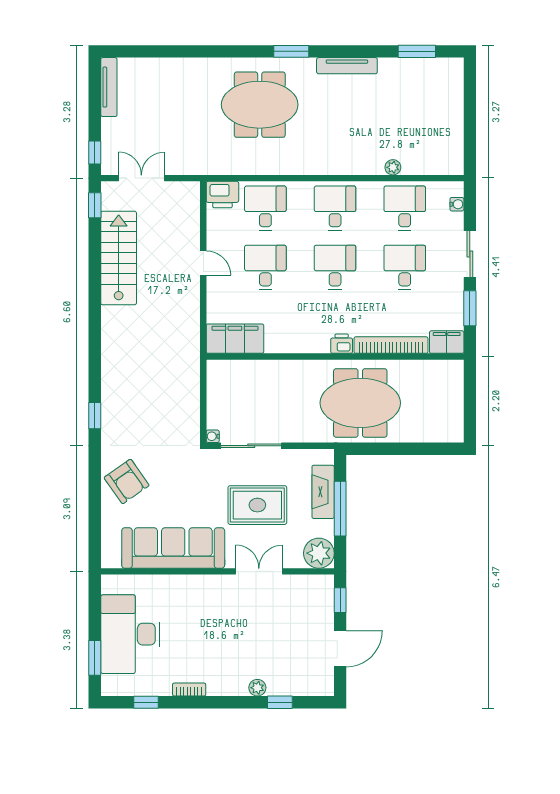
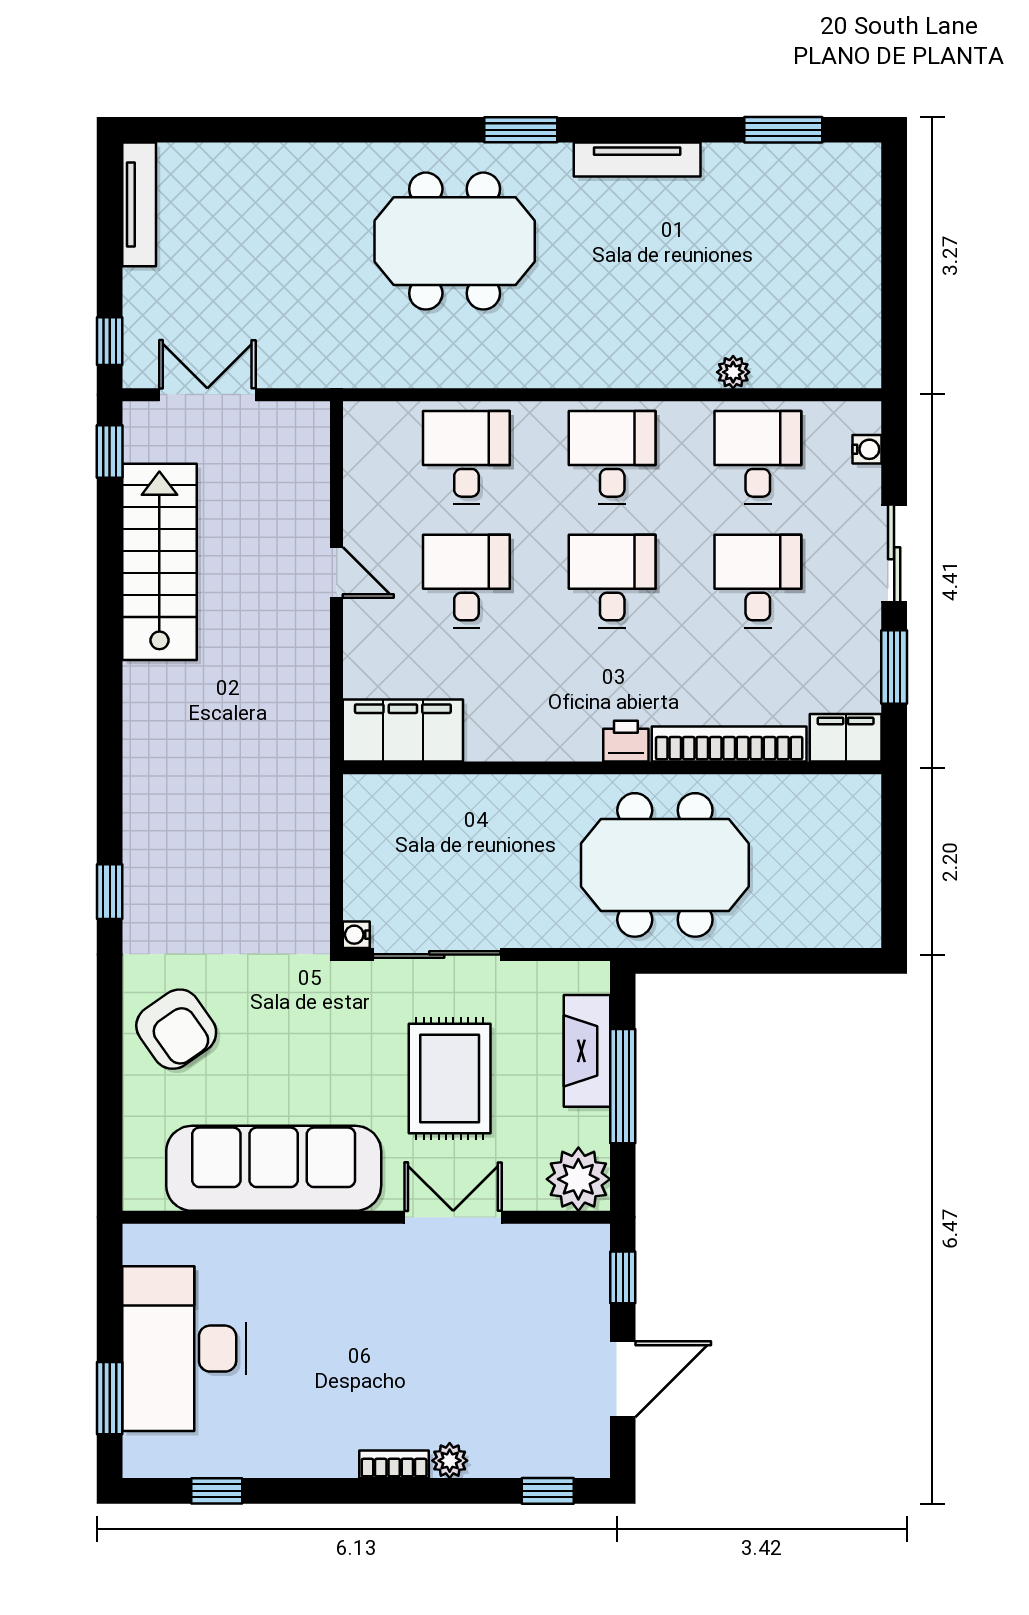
printer: (222, 195) -> (377, 429), removed
rug: (257, 505) -> (450, 1079), turned 90
bookcase: (189, 689) -> (394, 1464), moved
window: (280, 702) -> (548, 1491), moved

